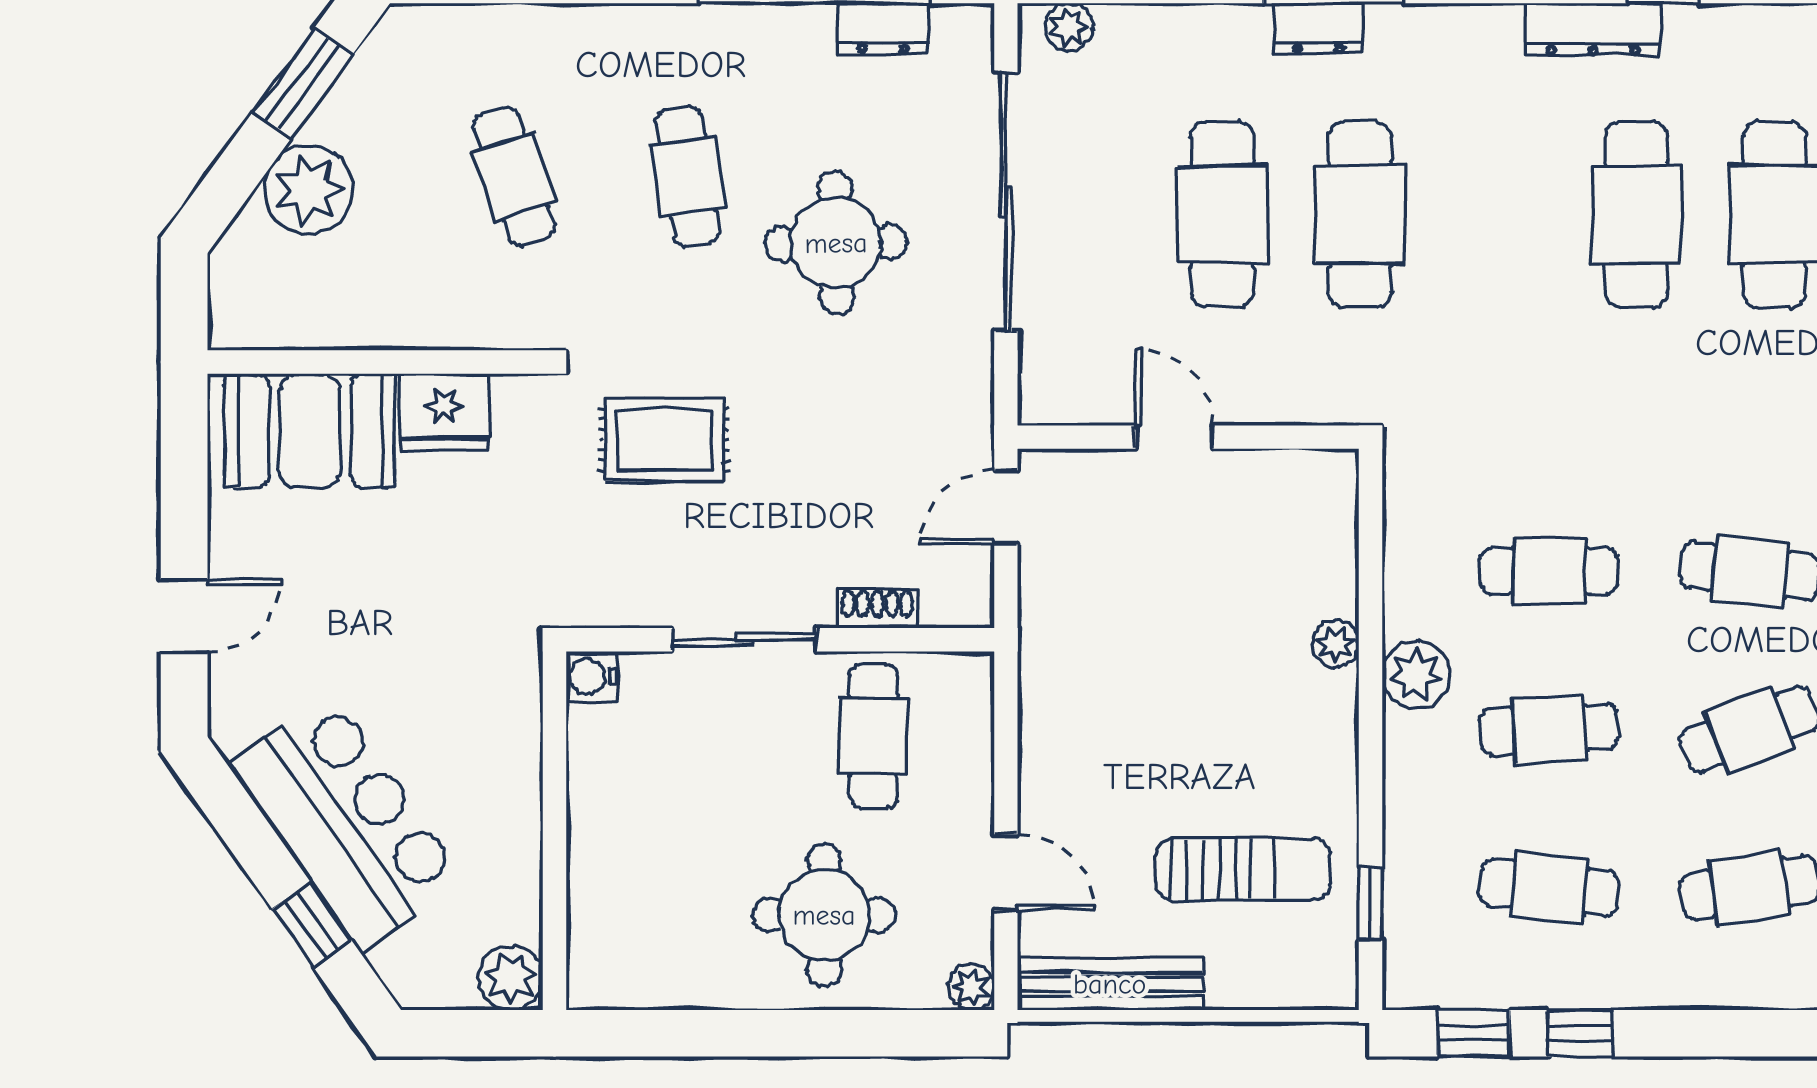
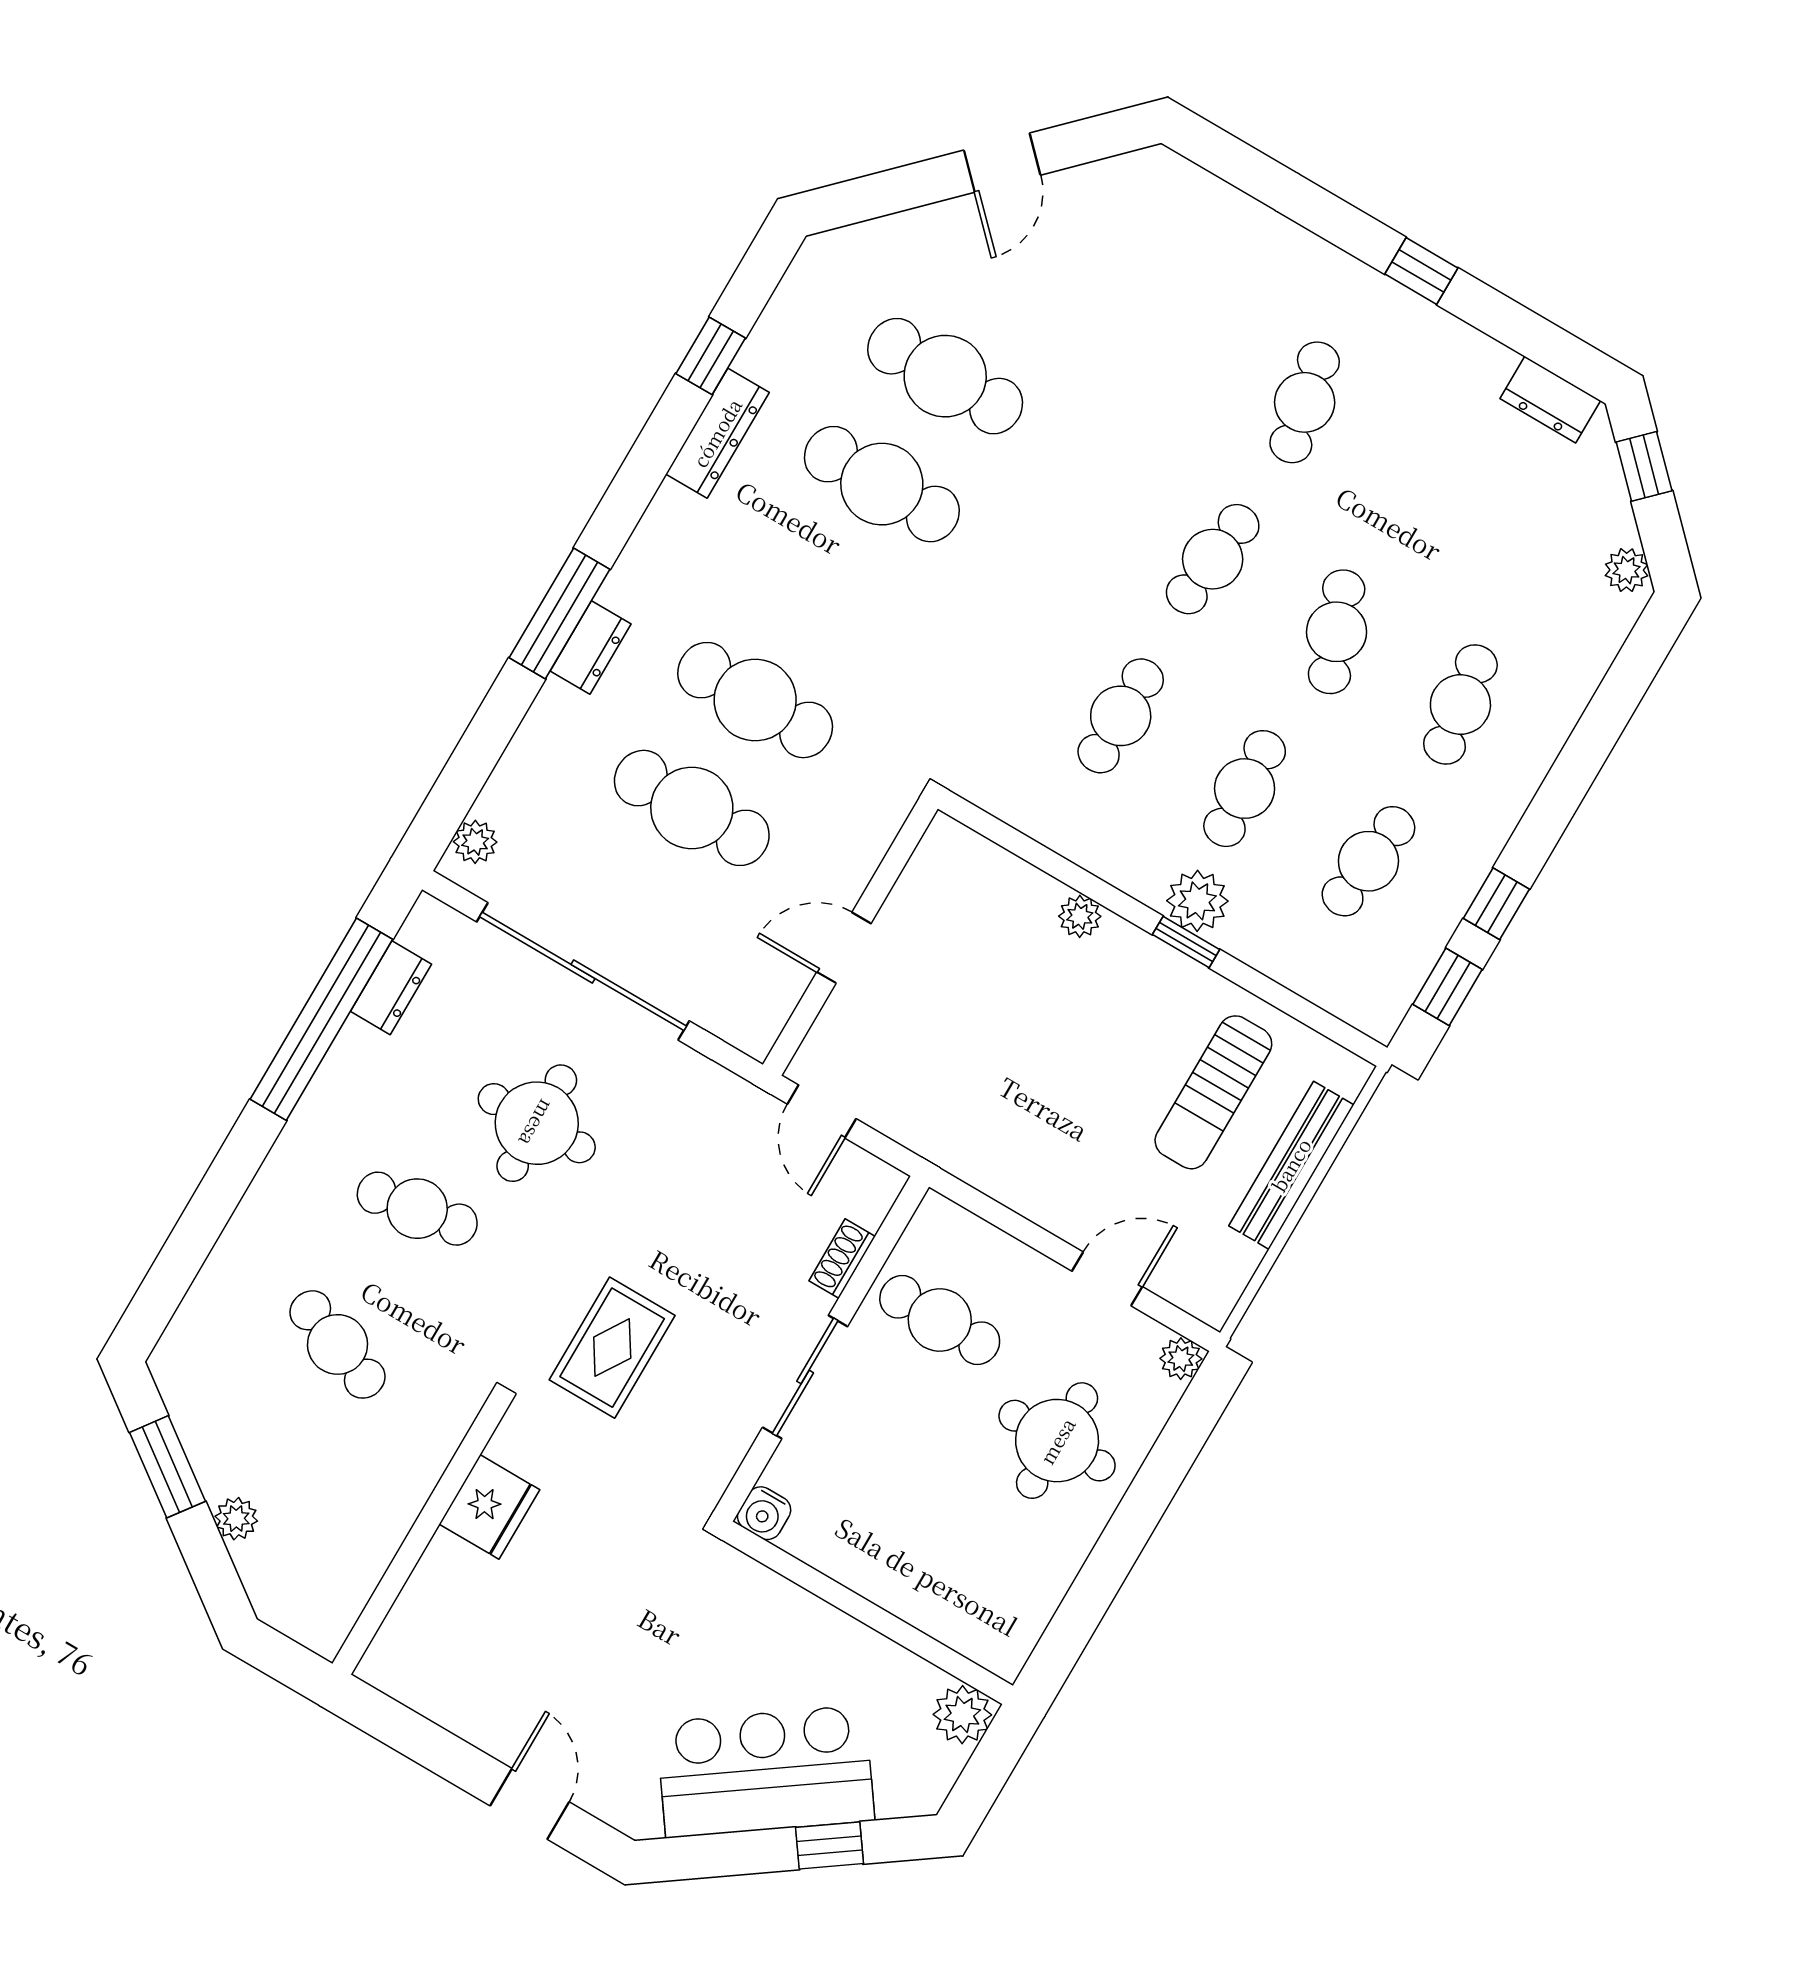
cafe table: (514, 177) -> (338, 1344), turned 39
plant: (309, 190) -> (236, 1519), width x0.53, depth x0.53
booth: (310, 431) -> (442, 1621), removed
plant: (1416, 675) -> (1197, 901), moved
sun lounger: (1243, 869) -> (1213, 1092), turned 180
window: (1370, 904) -> (1186, 942), moved
bench: (1110, 984) -> (1291, 1165), moved

